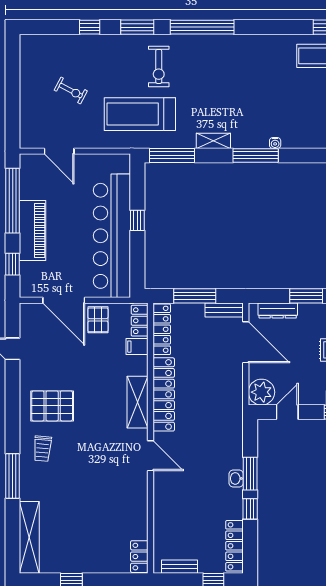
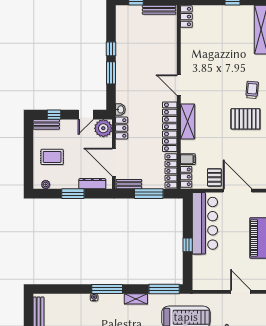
bar counter: (112, 236) -> (205, 223), width x0.73
washbasin: (236, 478) -> (120, 109), moved
locker: (234, 546) -> (122, 128), moved, width x0.66
bench: (179, 567) -> (159, 10), width x1.36

